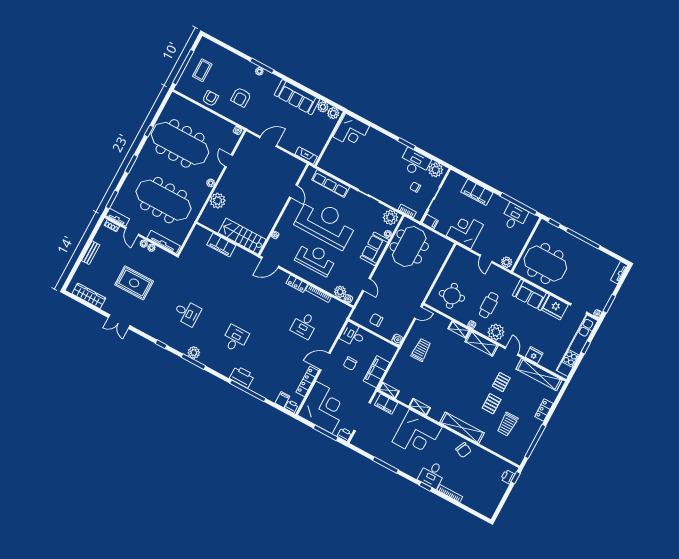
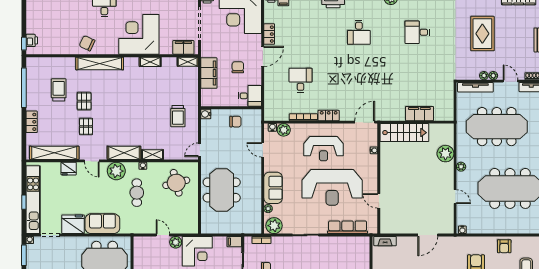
meeting table: (409, 247) -> (222, 190), moved
plant: (507, 262) -> (176, 242), moved
rug: (134, 283) -> (482, 34), turned 90
locker: (307, 381) -> (269, 34), width x0.66

